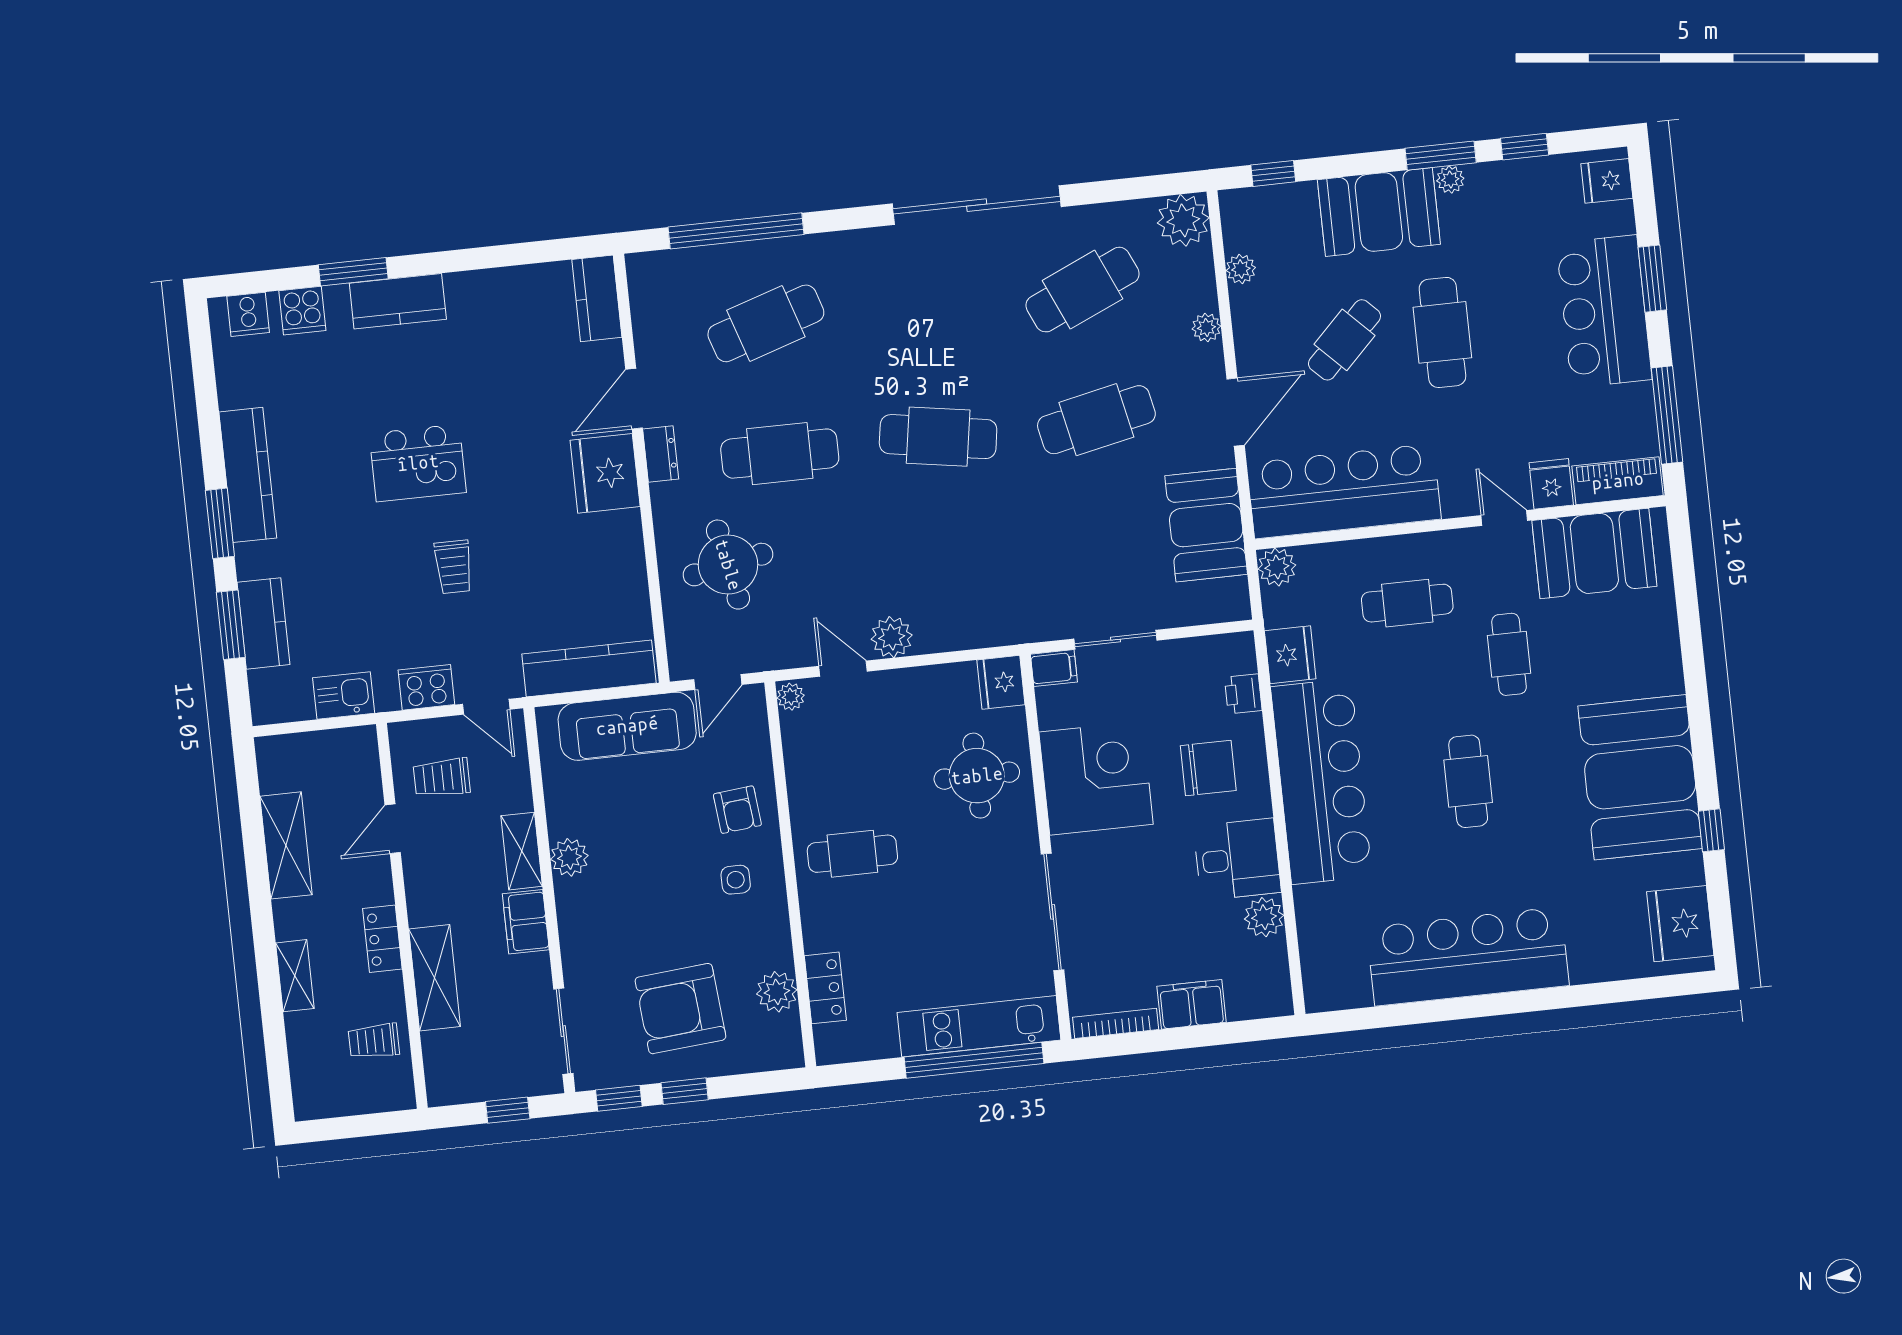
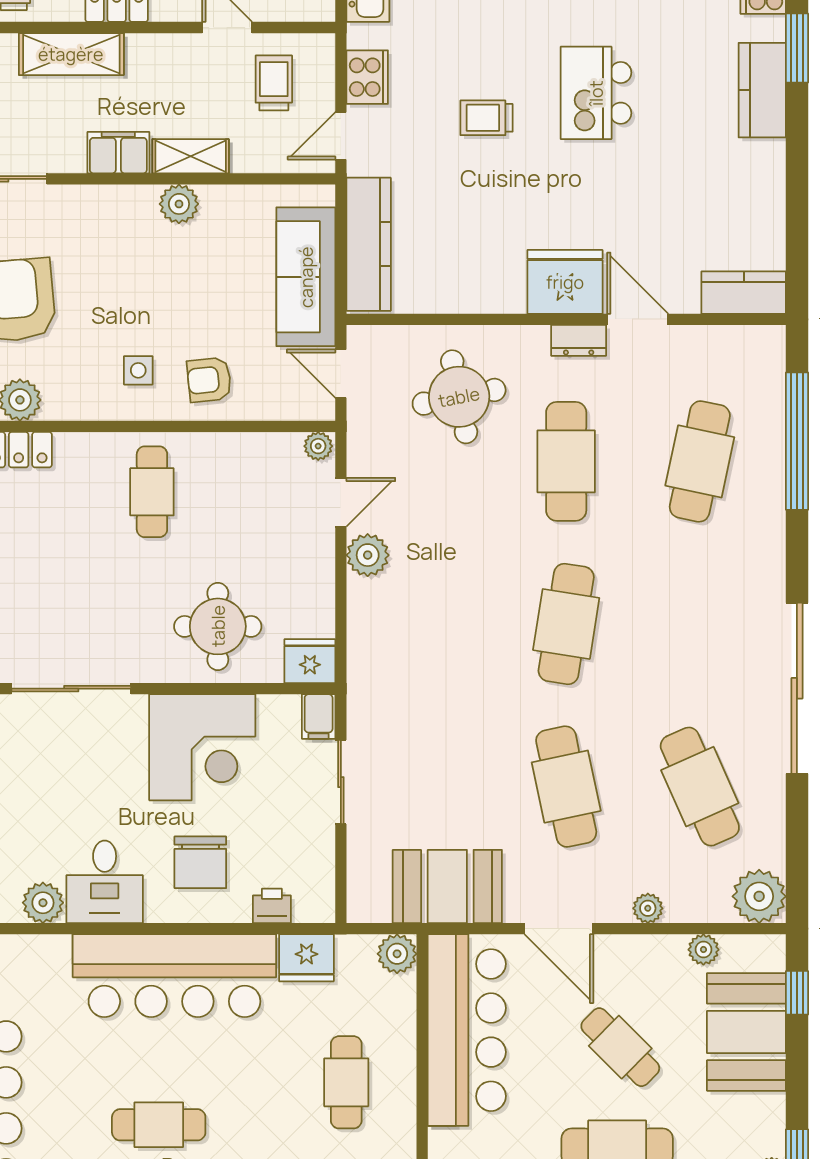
booth: (1379, 212) -> (746, 1032), moved
cafe table: (766, 323) -> (700, 461), turned 30

